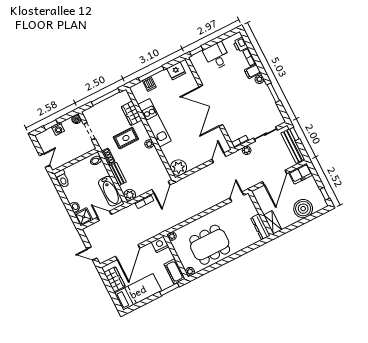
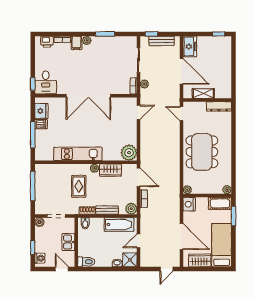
desk: (217, 56) -> (46, 82), moved, turned -90
dishwasher: (149, 84) -> (41, 124), moved
wardrobe: (132, 113) -> (110, 170), moved
washing machine: (58, 129) -> (40, 258), moved
bench: (293, 146) -> (162, 41), width x0.73
kitchen sink: (72, 154) -> (68, 242), added
door: (219, 158) -> (138, 112), swing flipped
boiler: (303, 209) -> (222, 60), removed
shelving: (273, 222) -> (203, 93), moved
dining table: (210, 245) -> (202, 152), moved

